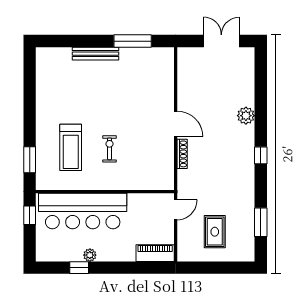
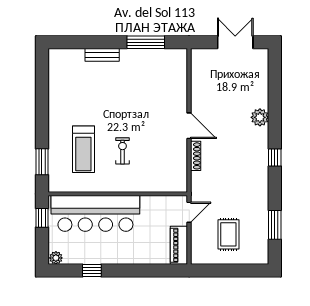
bench: (96, 54) -> (102, 55), width x0.73
piano: (155, 253) -> (179, 245), moved, turned -90
plant: (90, 255) -> (56, 258), moved

